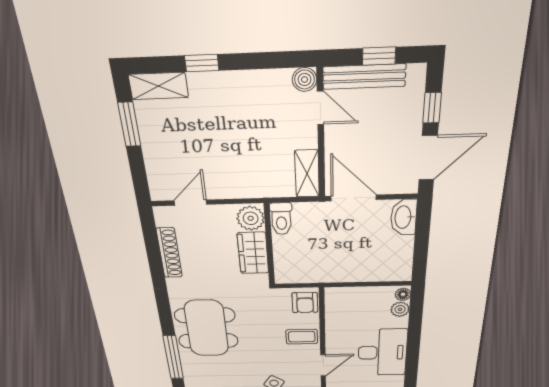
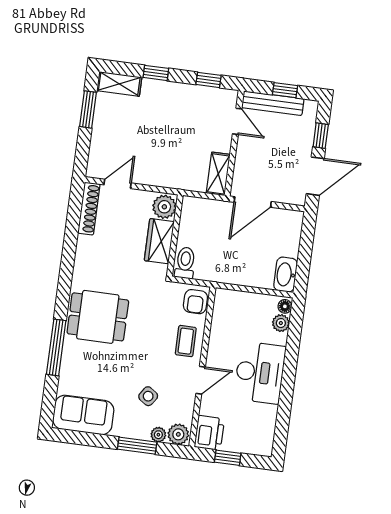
window: (273, 60) -> (209, 80), added
boiler: (304, 79) -> (229, 98), removed
door: (354, 198) -> (253, 202), swing flipped
washbasin: (404, 217) -> (286, 275), moved
toilet: (281, 219) -> (185, 263), moved, turned 180
shoe rack: (169, 253) -> (89, 209), moved
dining table: (207, 328) -> (98, 317), width x0.73
coffee table: (302, 337) -> (186, 341), turned 90

